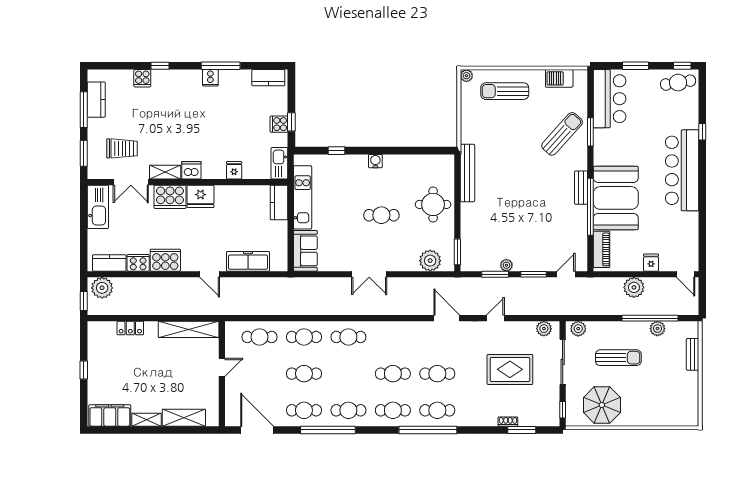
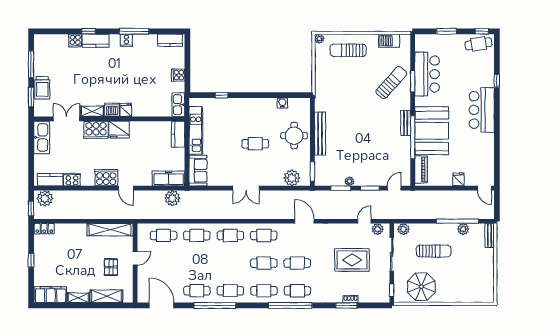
bar counter: (610, 99) -> (427, 74), moved
kitchen counter: (96, 100) -> (96, 41), moved, turned 90
window: (291, 122) -> (187, 73), removed
trolley: (122, 148) -> (42, 88), moved, turned 90
water cooler: (375, 161) -> (282, 103), moved
fridge: (234, 170) -> (126, 110), moved
bar counter: (682, 170) -> (482, 110), width x0.73
bench: (467, 173) -> (320, 134), moved
double door: (131, 182) -> (66, 119), swing flipped
cooker: (165, 260) -> (106, 178), moved
freezer: (248, 261) -> (169, 178), moved
plant: (634, 287) -> (172, 198), moved
door: (495, 318) -> (364, 221), moved
locker: (130, 328) -> (44, 229), moved
bench: (693, 354) -> (490, 235), moved
cafe table: (304, 374) -> (264, 235), moved
pallet: (190, 379) -> (111, 267), added
window: (522, 430) -> (346, 305), moved

